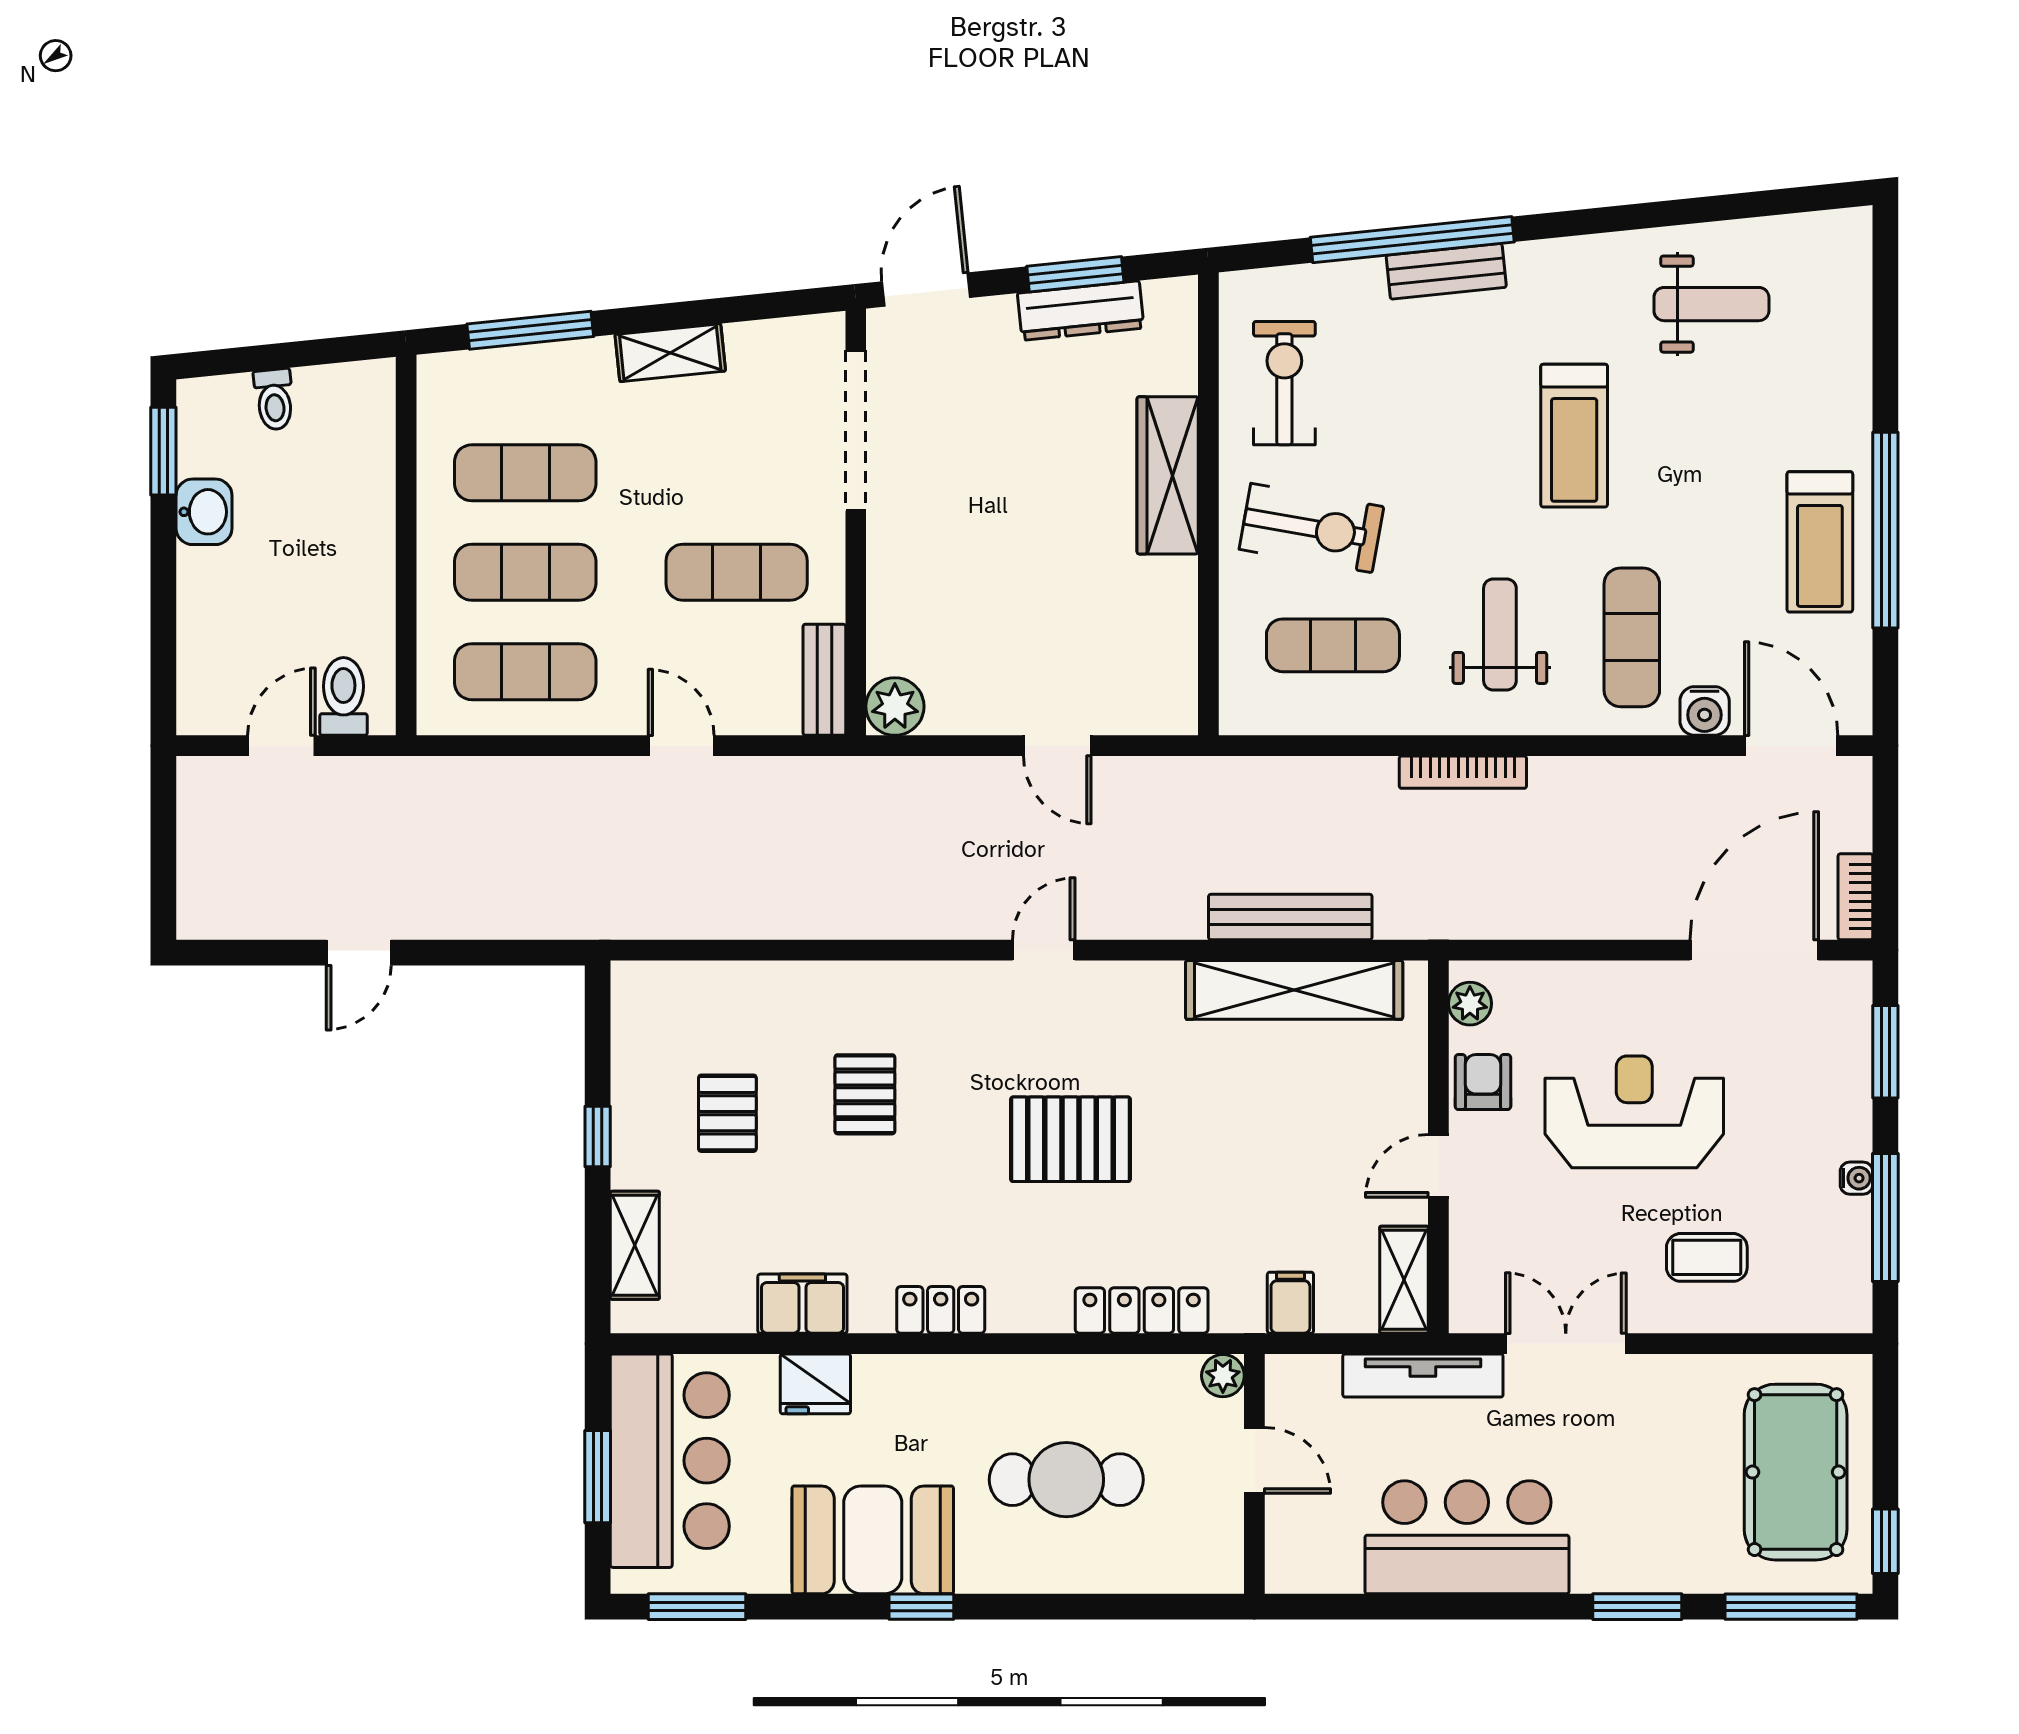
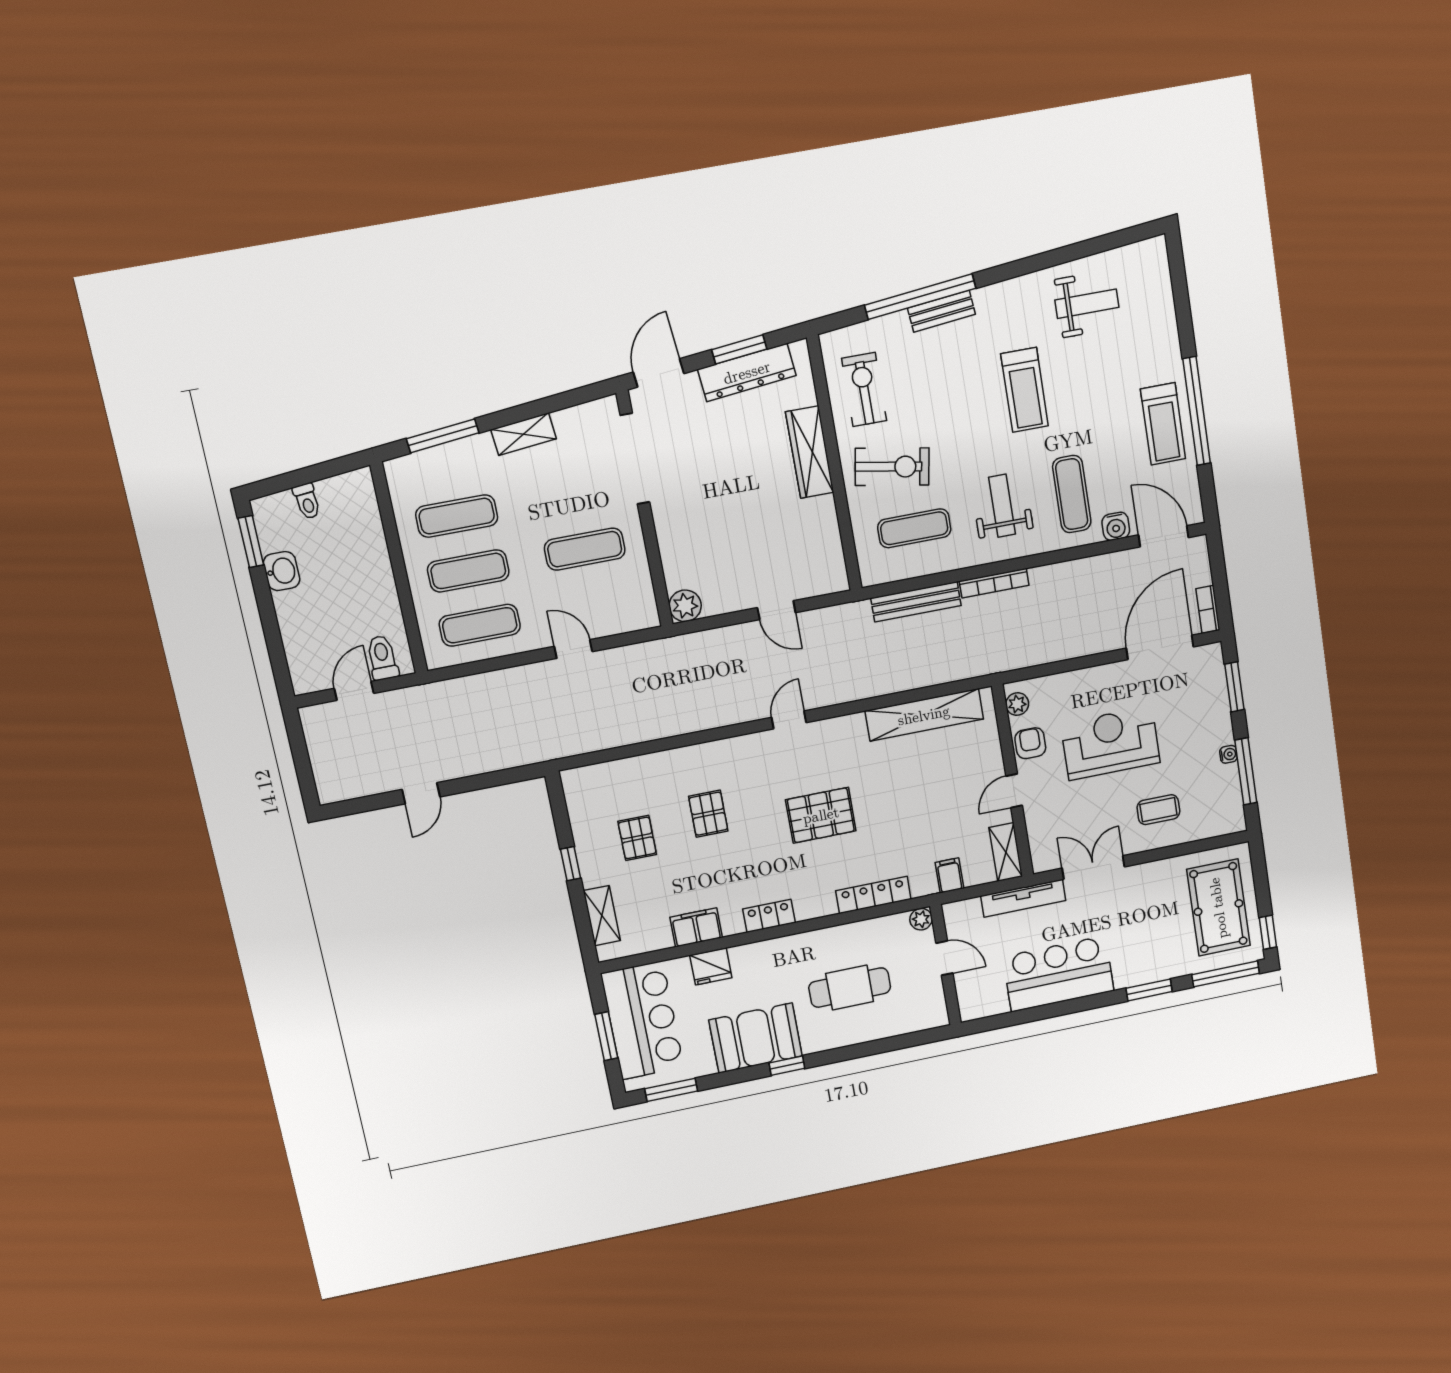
dresser: (1081, 311) -> (747, 372), width x1.37, depth x1.24
bench: (824, 680) -> (644, 599), removed
bench: (1290, 917) -> (916, 602), moved

